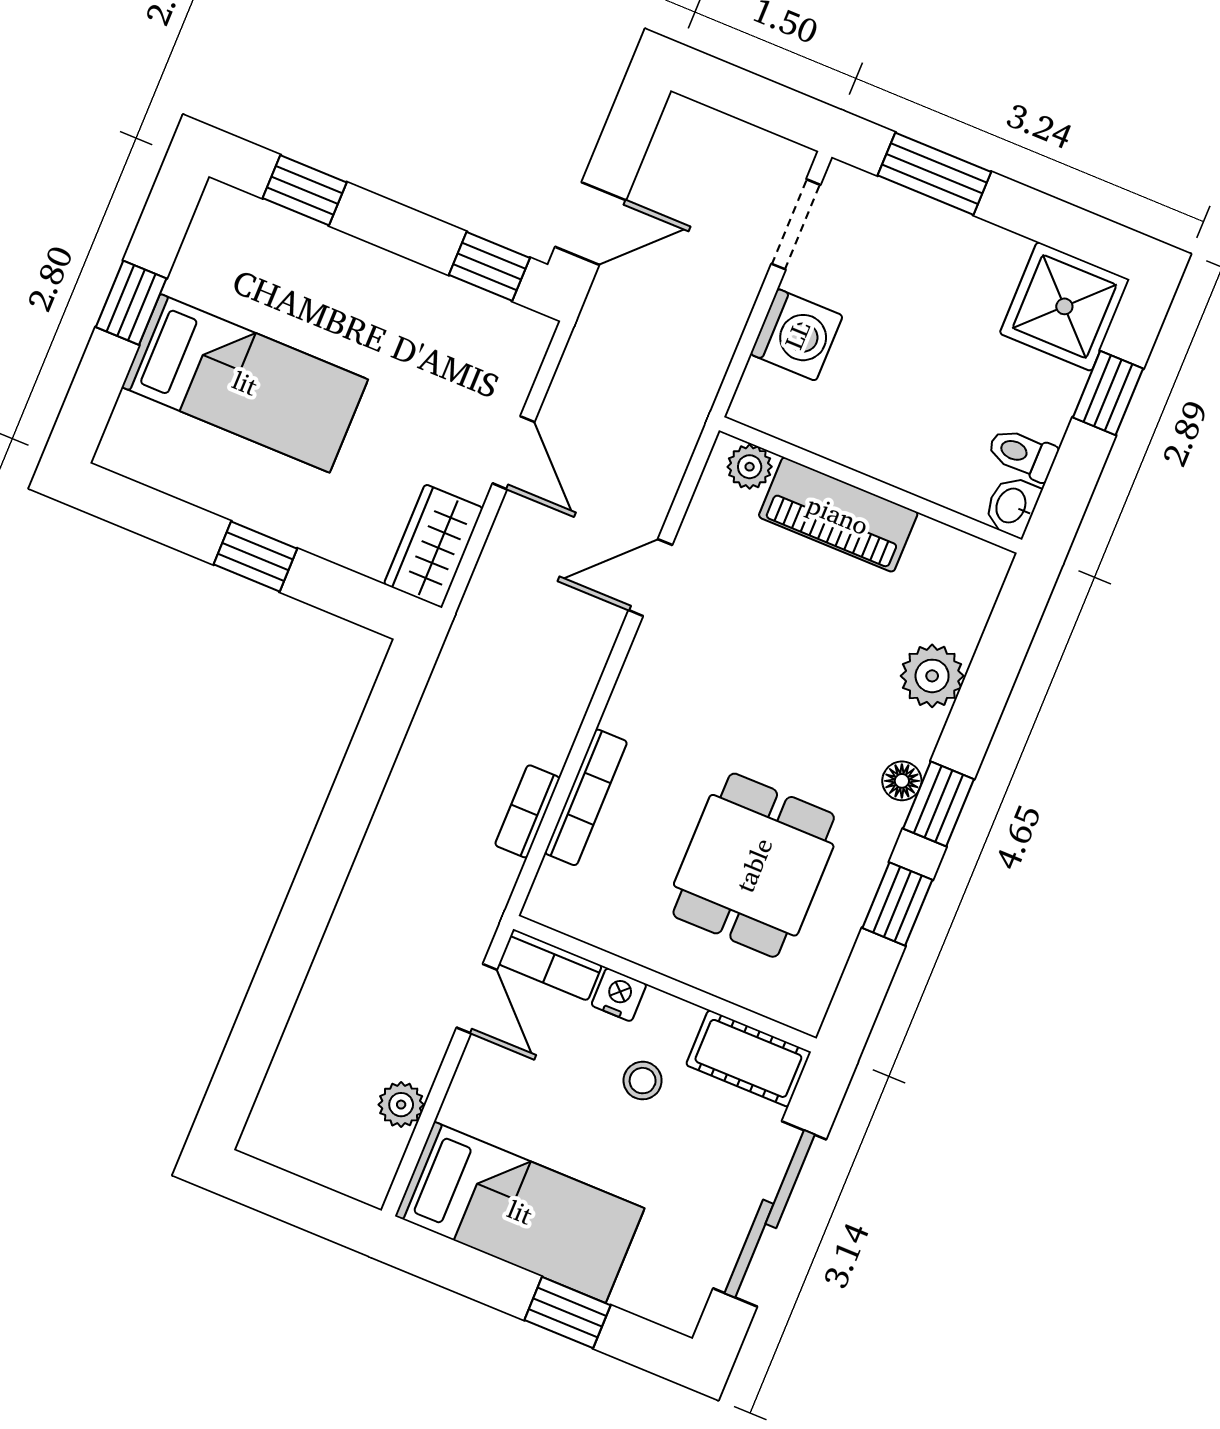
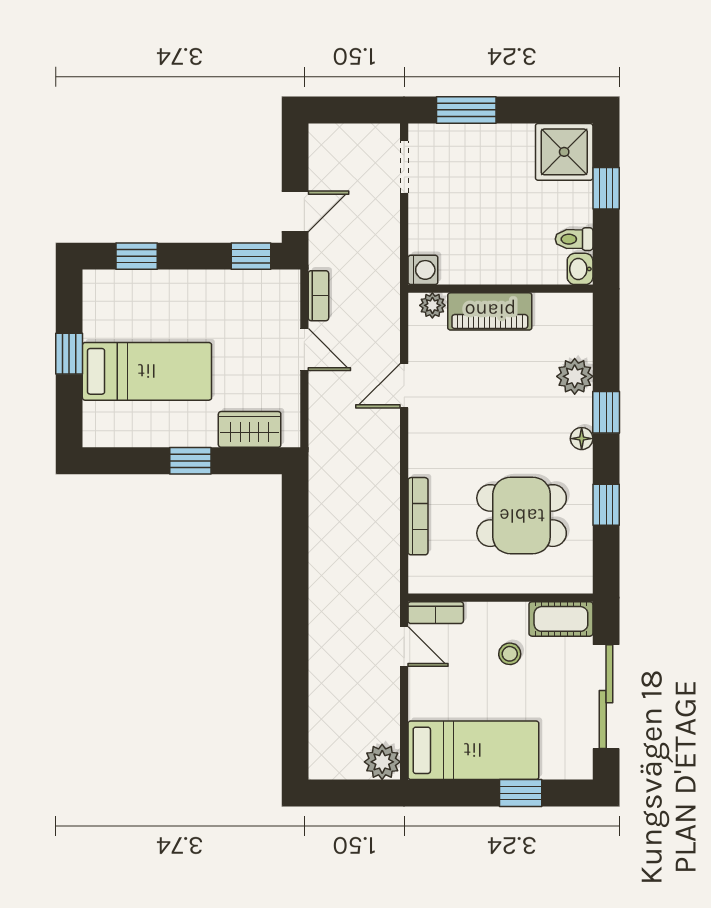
washing machine: (797, 335) -> (423, 270), moved, width x0.73, depth x0.73
wardrobe: (433, 546) -> (250, 429), moved, turned 90
window: (939, 804) -> (606, 412), moved
bookcase: (527, 811) -> (318, 296), moved, turned 180
dining table: (754, 865) -> (522, 516), turned 90
nightstand: (619, 995) -> (478, 613), removed
plant: (401, 1105) -> (382, 762), moved, width x1.38, depth x1.38

